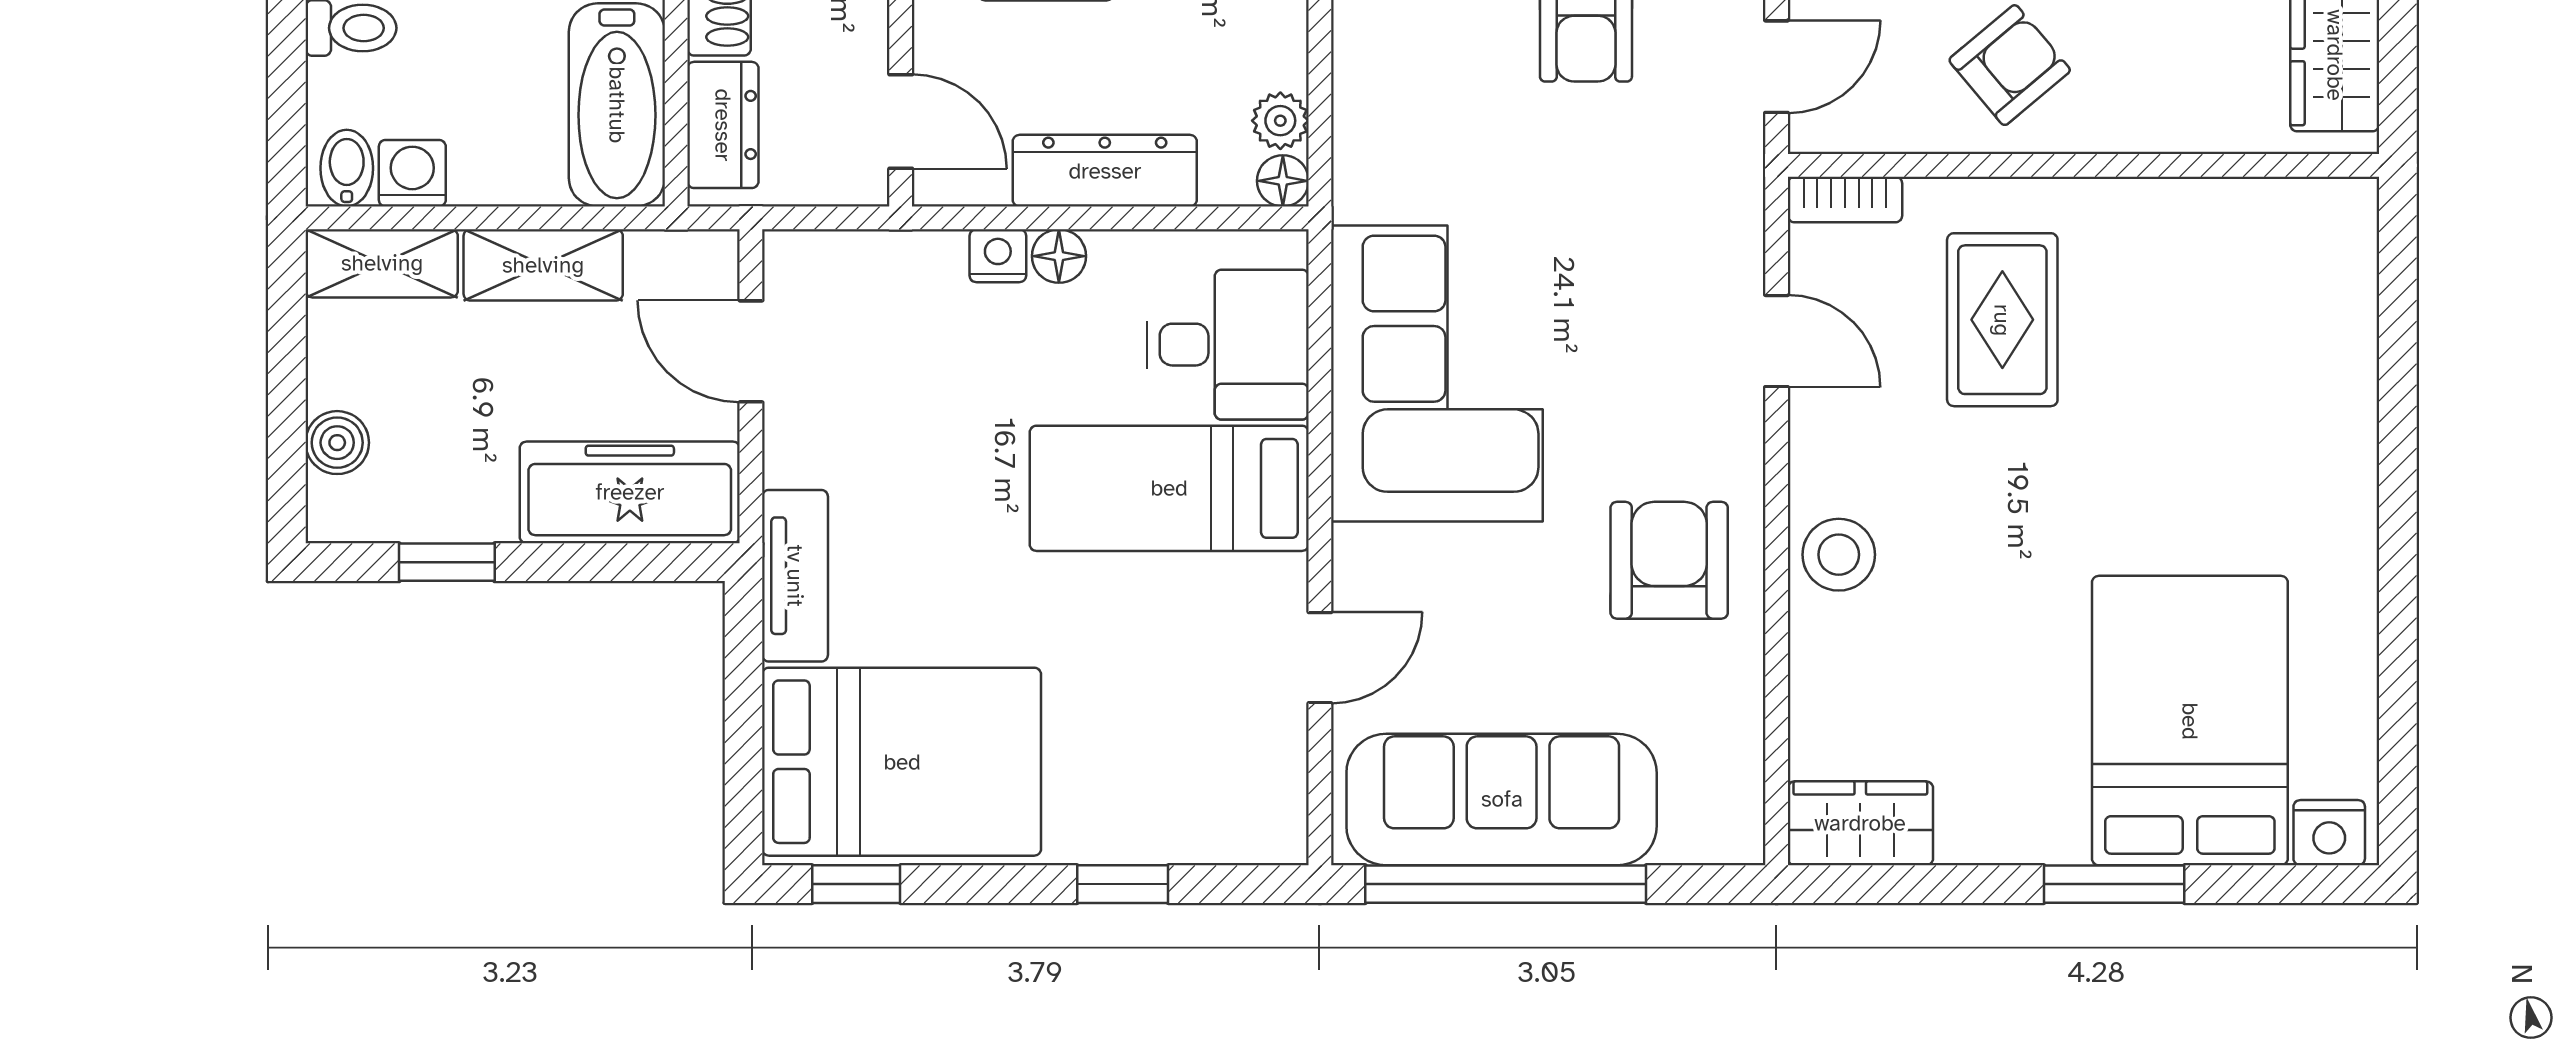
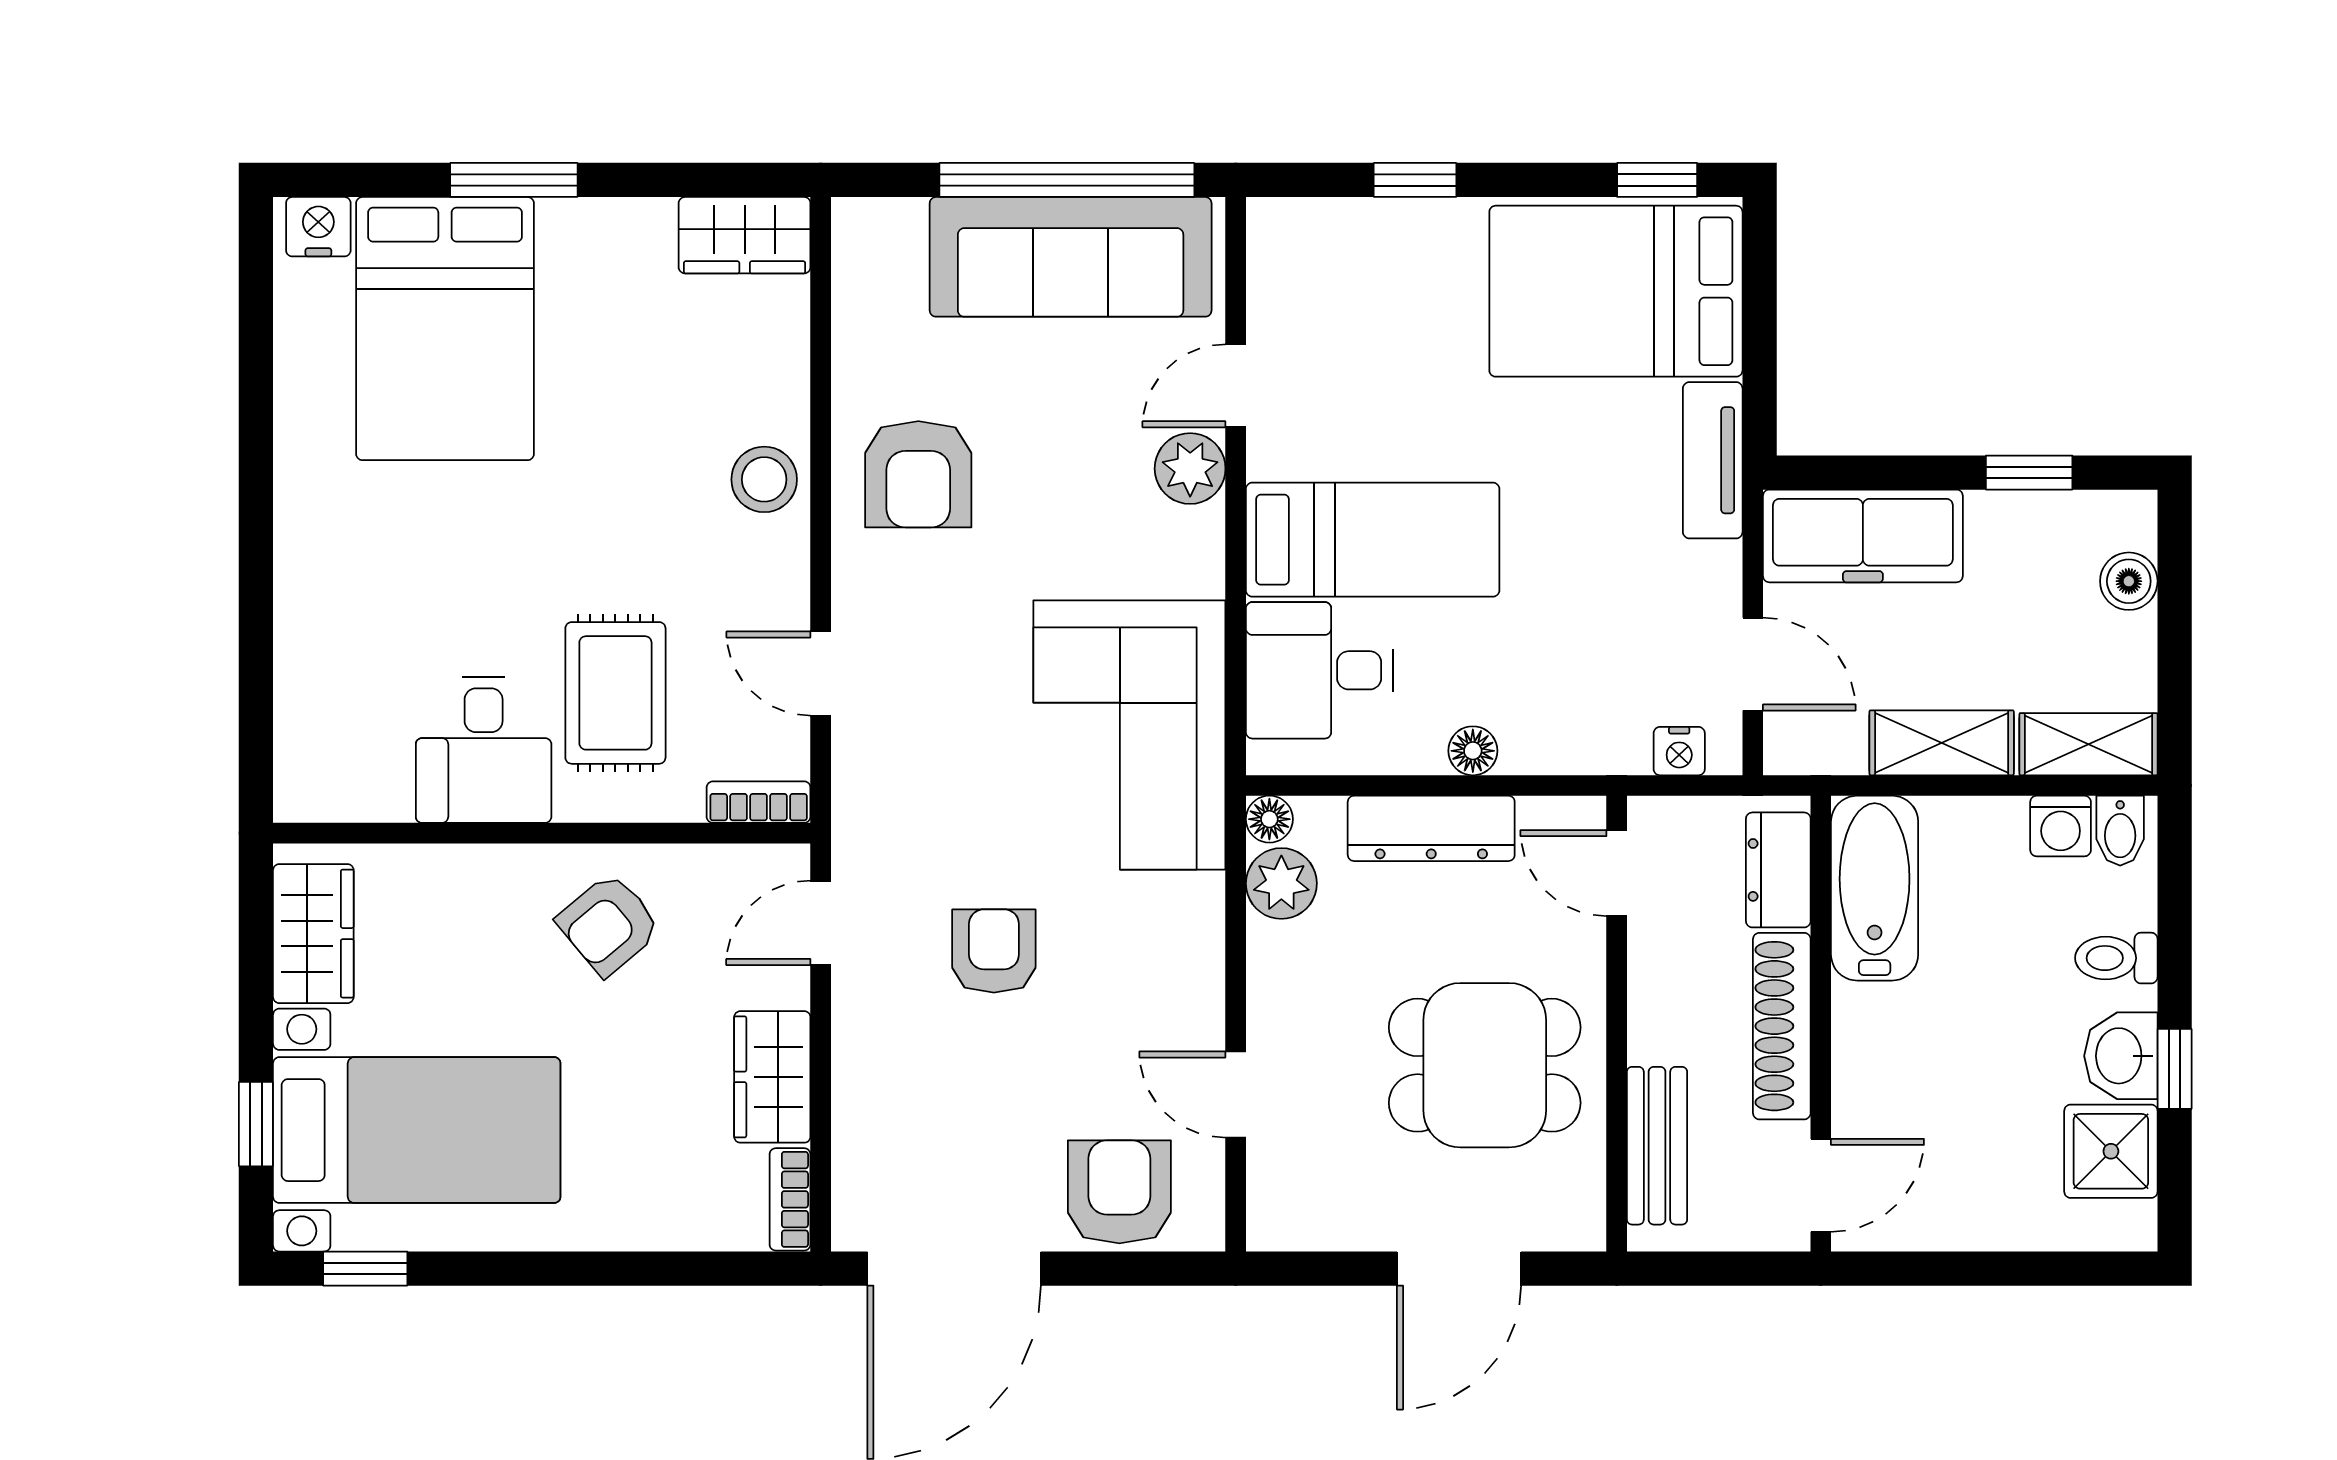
plant: (1280, 121) -> (1281, 883), width x1.38, depth x1.38
nightstand: (998, 256) -> (1679, 751), moved
desk: (2147, 257) -> (484, 750), added
corner sofa: (1437, 373) -> (1129, 735), moved
plant: (1370, 567) -> (1190, 469), added

